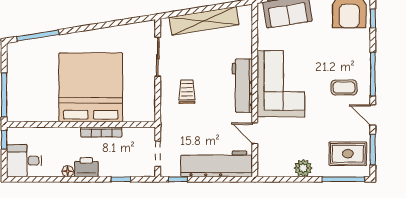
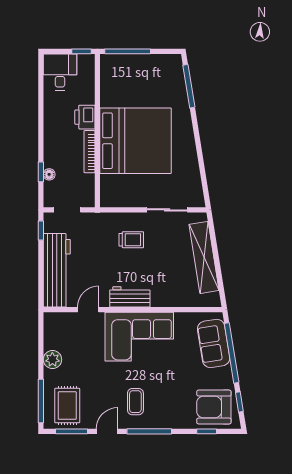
workbench: (242, 86) -> (130, 297), width x0.73
printer: (86, 167) -> (85, 117), moved, turned 180
floor lamp: (68, 171) -> (49, 174), moved

